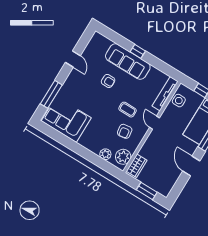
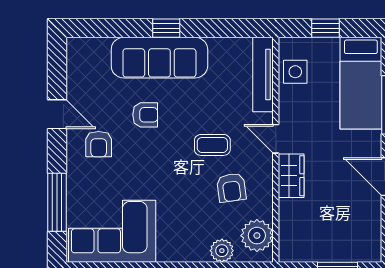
armchair: (82, 81) -> (99, 144), added
wardrobe: (137, 166) -> (291, 176), moved

